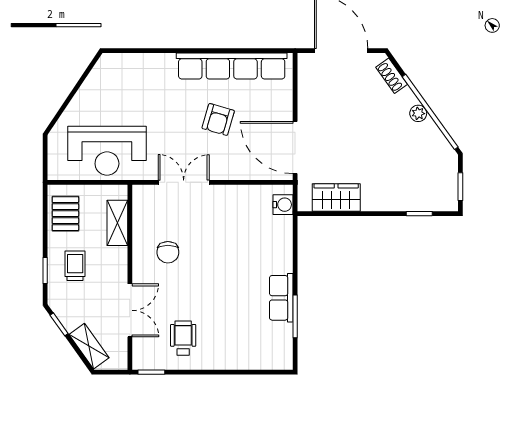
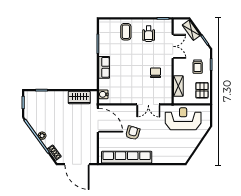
row of seats: (281, 298) -> (104, 67), moved
double door: (130, 310) -> (173, 46), swing flipped
coffee table: (233, 343) -> (126, 32), added

